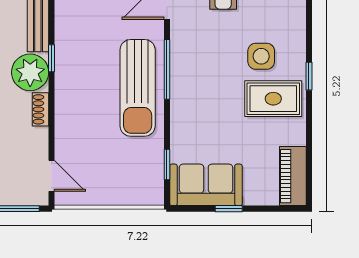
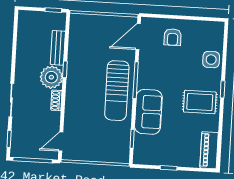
side table: (261, 56) -> (211, 60), moved
door: (51, 176) -> (61, 142), swing flipped
sofa: (206, 185) -> (148, 112), moved, turned 90

